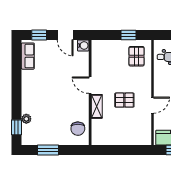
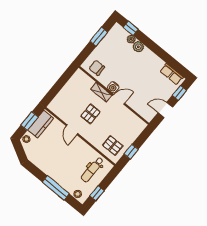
water cooler: (83, 45) -> (113, 87), moved
plant: (28, 107) -> (138, 47), added

